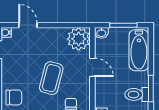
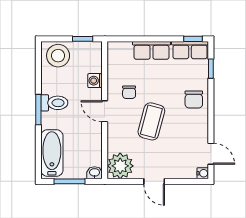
door: (28, 25) -> (154, 181), moved
door: (92, 67) -> (105, 111), moved
chair: (14, 97) -> (194, 99), turned -90

